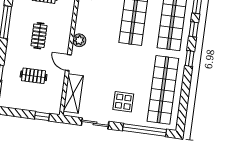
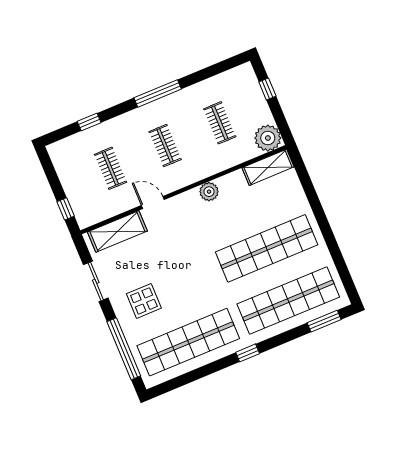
window: (194, 29) -> (287, 336), removed
clothes rail: (39, 36) -> (165, 146), turned 90
plant: (79, 40) -> (209, 192), moved
door: (68, 63) -> (153, 203), hinge flipped

